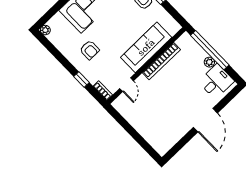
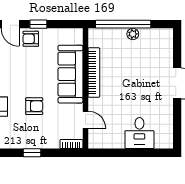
armchair: (90, 50) -> (34, 106), moved
window: (82, 80) -> (32, 153), moved
desk: (216, 81) -> (139, 133), moved, turned 180

